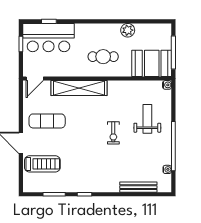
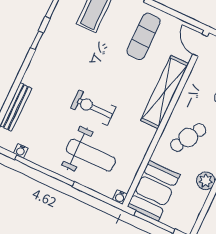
cafe table: (103, 57) -> (188, 138), turned 31
weight bench: (147, 119) -> (91, 155), width x1.36, depth x1.33
exercise bike: (113, 133) -> (93, 108), width x1.38, depth x1.39

